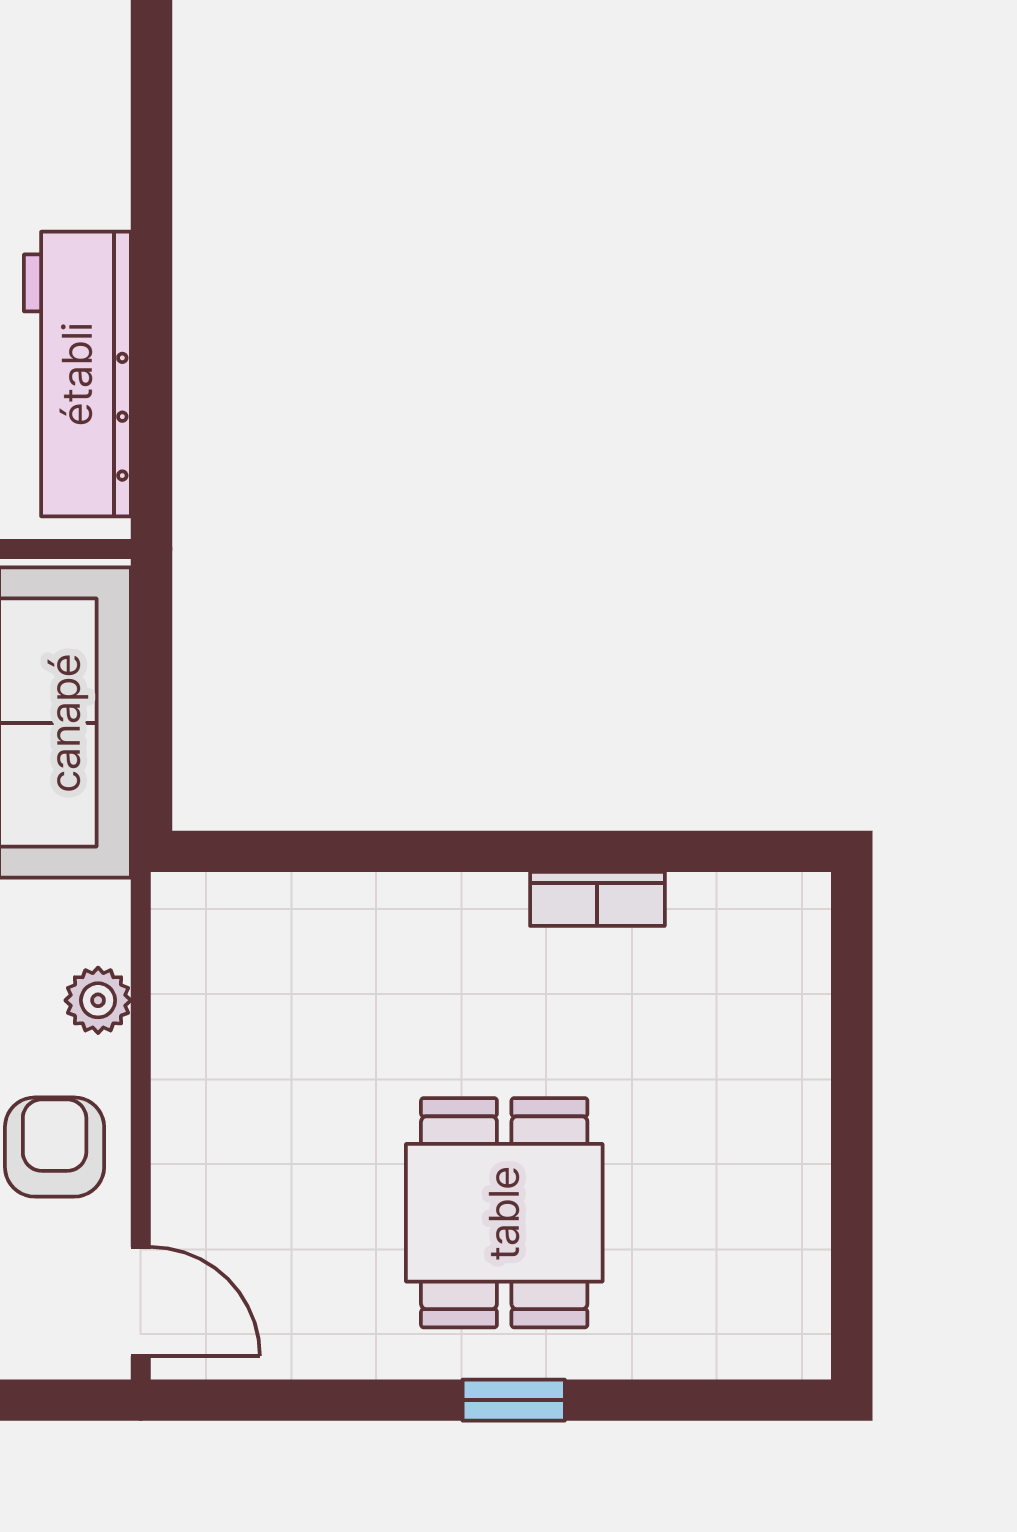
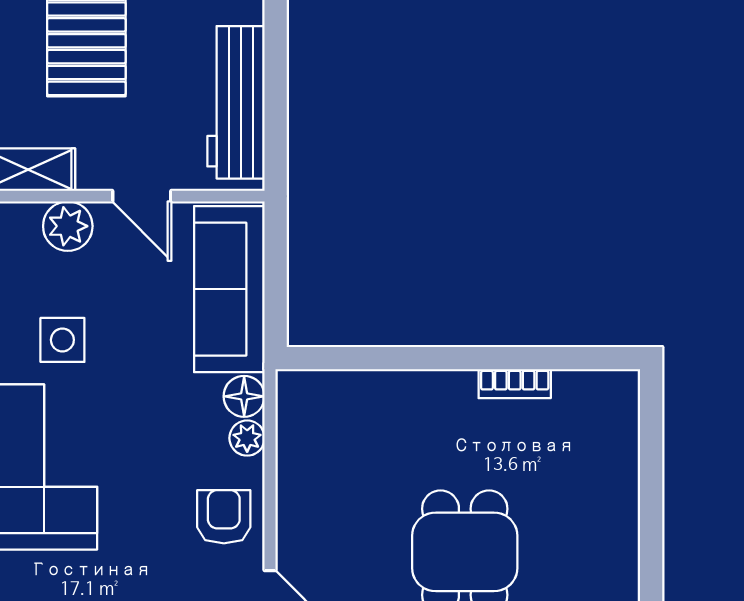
floor lamp: (92, 923) -> (244, 396), added

